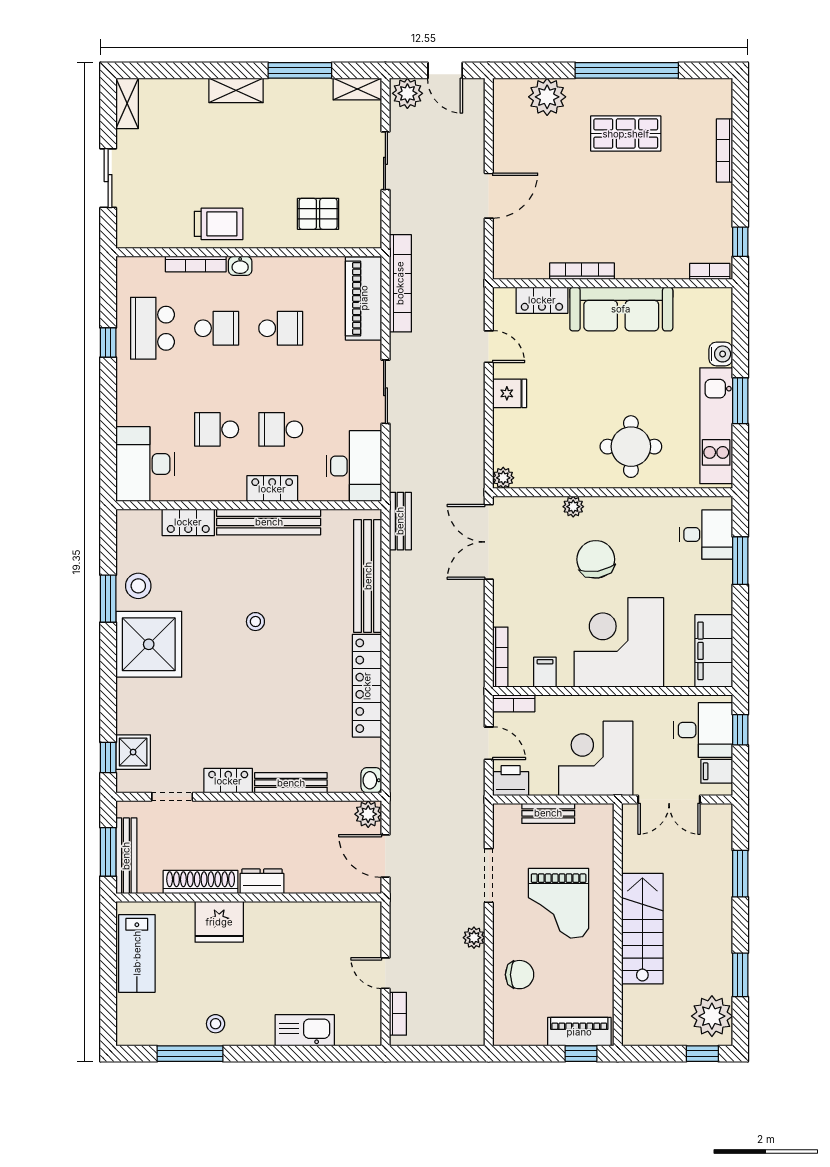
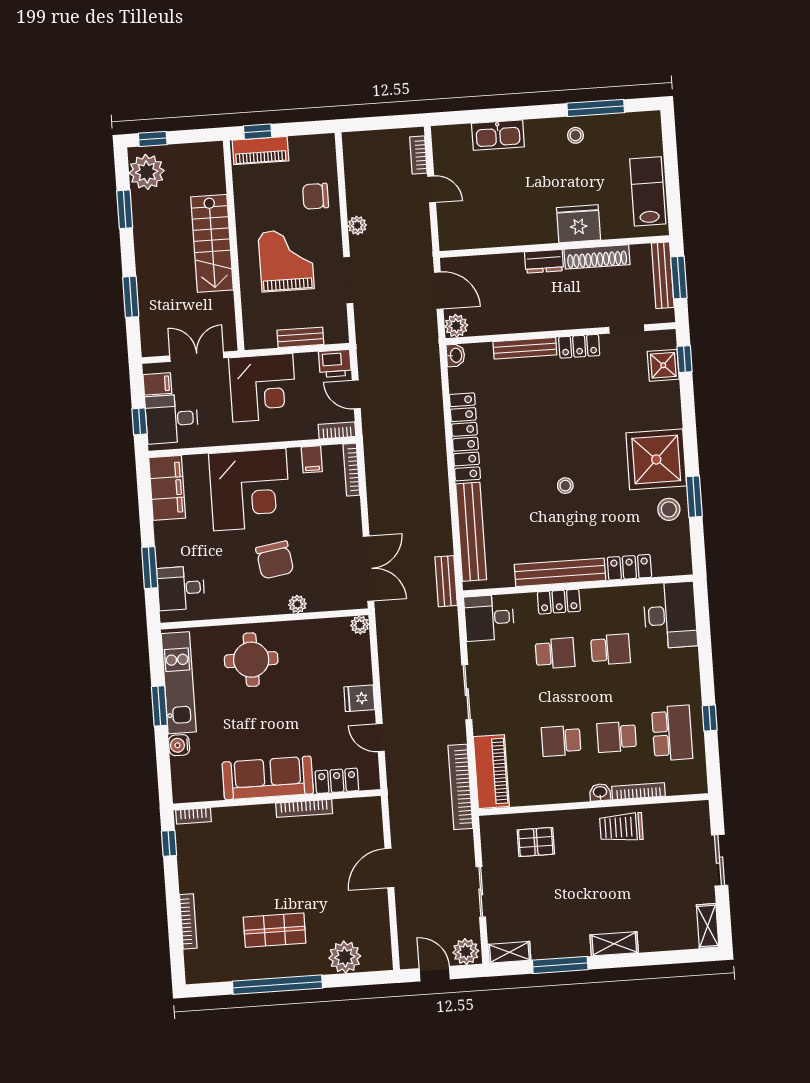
desk: (354, 466) -> (489, 618), width x0.73

